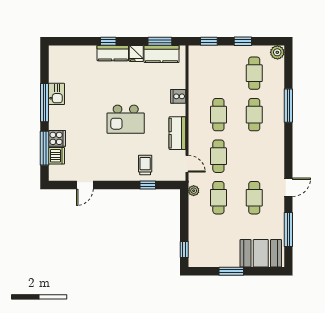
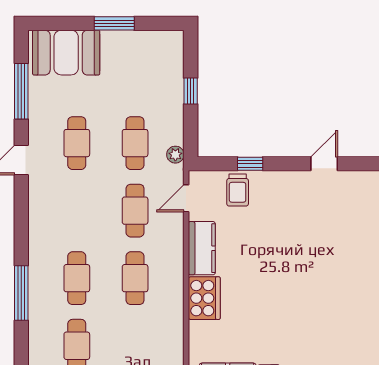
cooker: (178, 96) -> (204, 298), width x1.87, depth x1.31
kitchen island: (126, 119) -> (286, 271), removed
door: (187, 164) -> (186, 198), hinge flipped
trolley: (145, 165) -> (238, 190), moved
door: (85, 185) -> (324, 164), moved
window: (184, 250) -> (191, 91), moved

